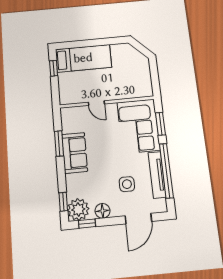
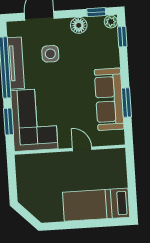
window: (54, 68) -> (132, 193), removed
sofa: (75, 153) -> (109, 99), width x1.36
plant: (78, 209) -> (111, 22), width x0.53, depth x0.53

